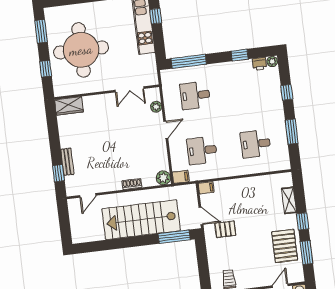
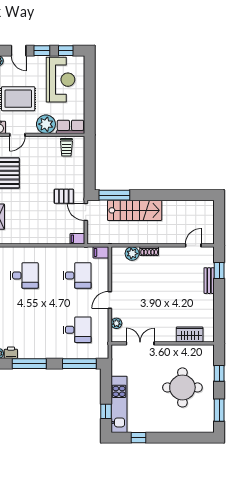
round table: (81, 50) -> (182, 387), width x0.73, depth x0.73
window: (240, 55) -> (29, 364), width x2.17
wardrobe: (69, 106) -> (190, 335), moved
plant: (163, 178) -> (132, 254), moved
stairs: (141, 220) -> (135, 210), width x0.73, depth x0.66

